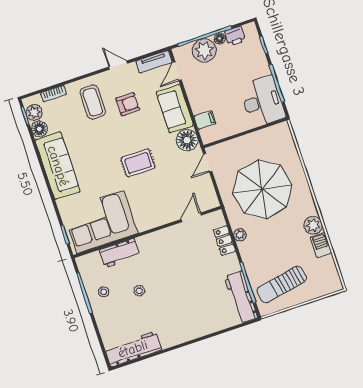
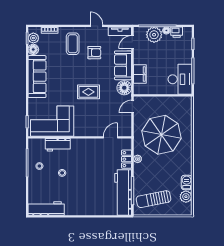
filing cabinet: (205, 120) -> (140, 74), width x2.00
plant: (313, 225) -> (186, 197), moved
workbench: (241, 297) -> (123, 192), width x1.36, depth x1.32

